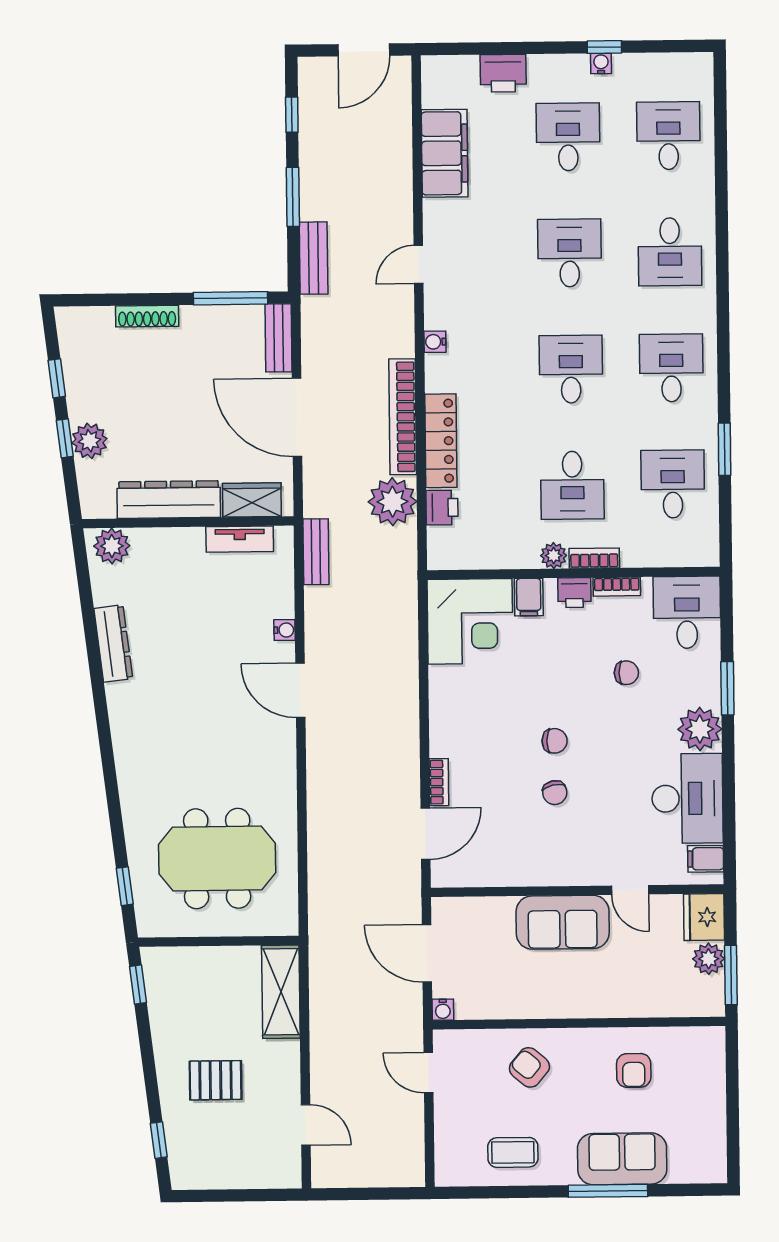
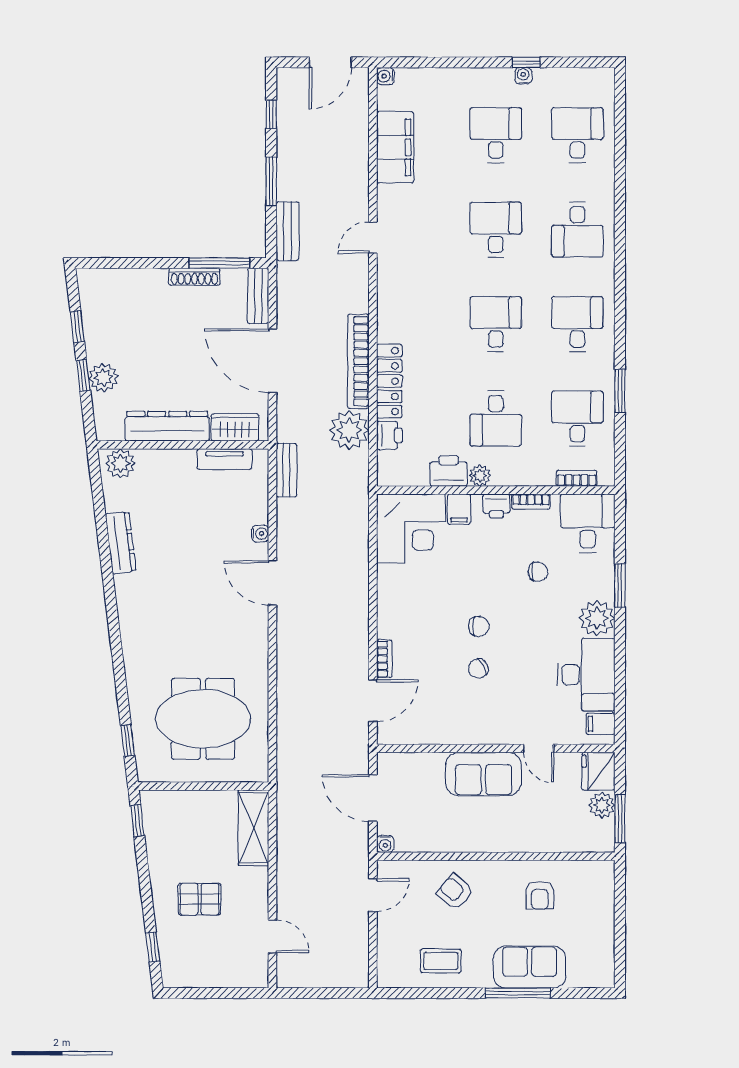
printer: (503, 73) -> (449, 471), moved, turned 180
shoe rack: (147, 316) -> (194, 277), moved
water cooler: (435, 342) -> (385, 76), moved
bookcase: (594, 558) -> (577, 478), moved
chair: (555, 793) -> (478, 669), turned 73
door: (428, 1073) -> (373, 895), swing flipped

